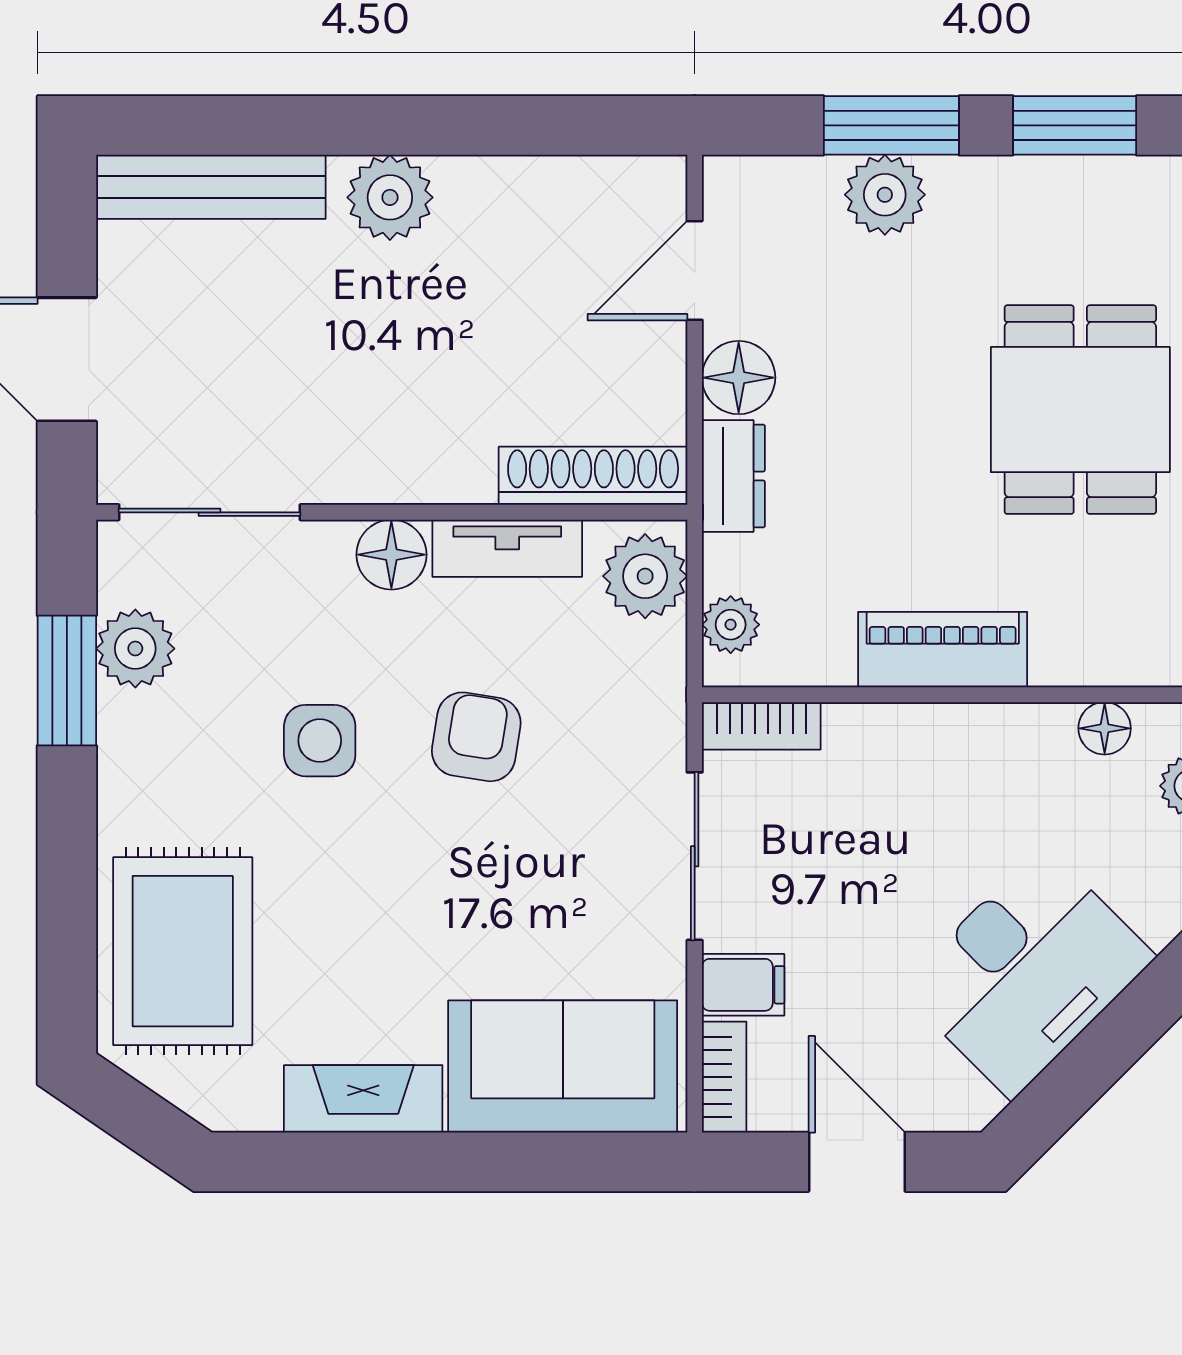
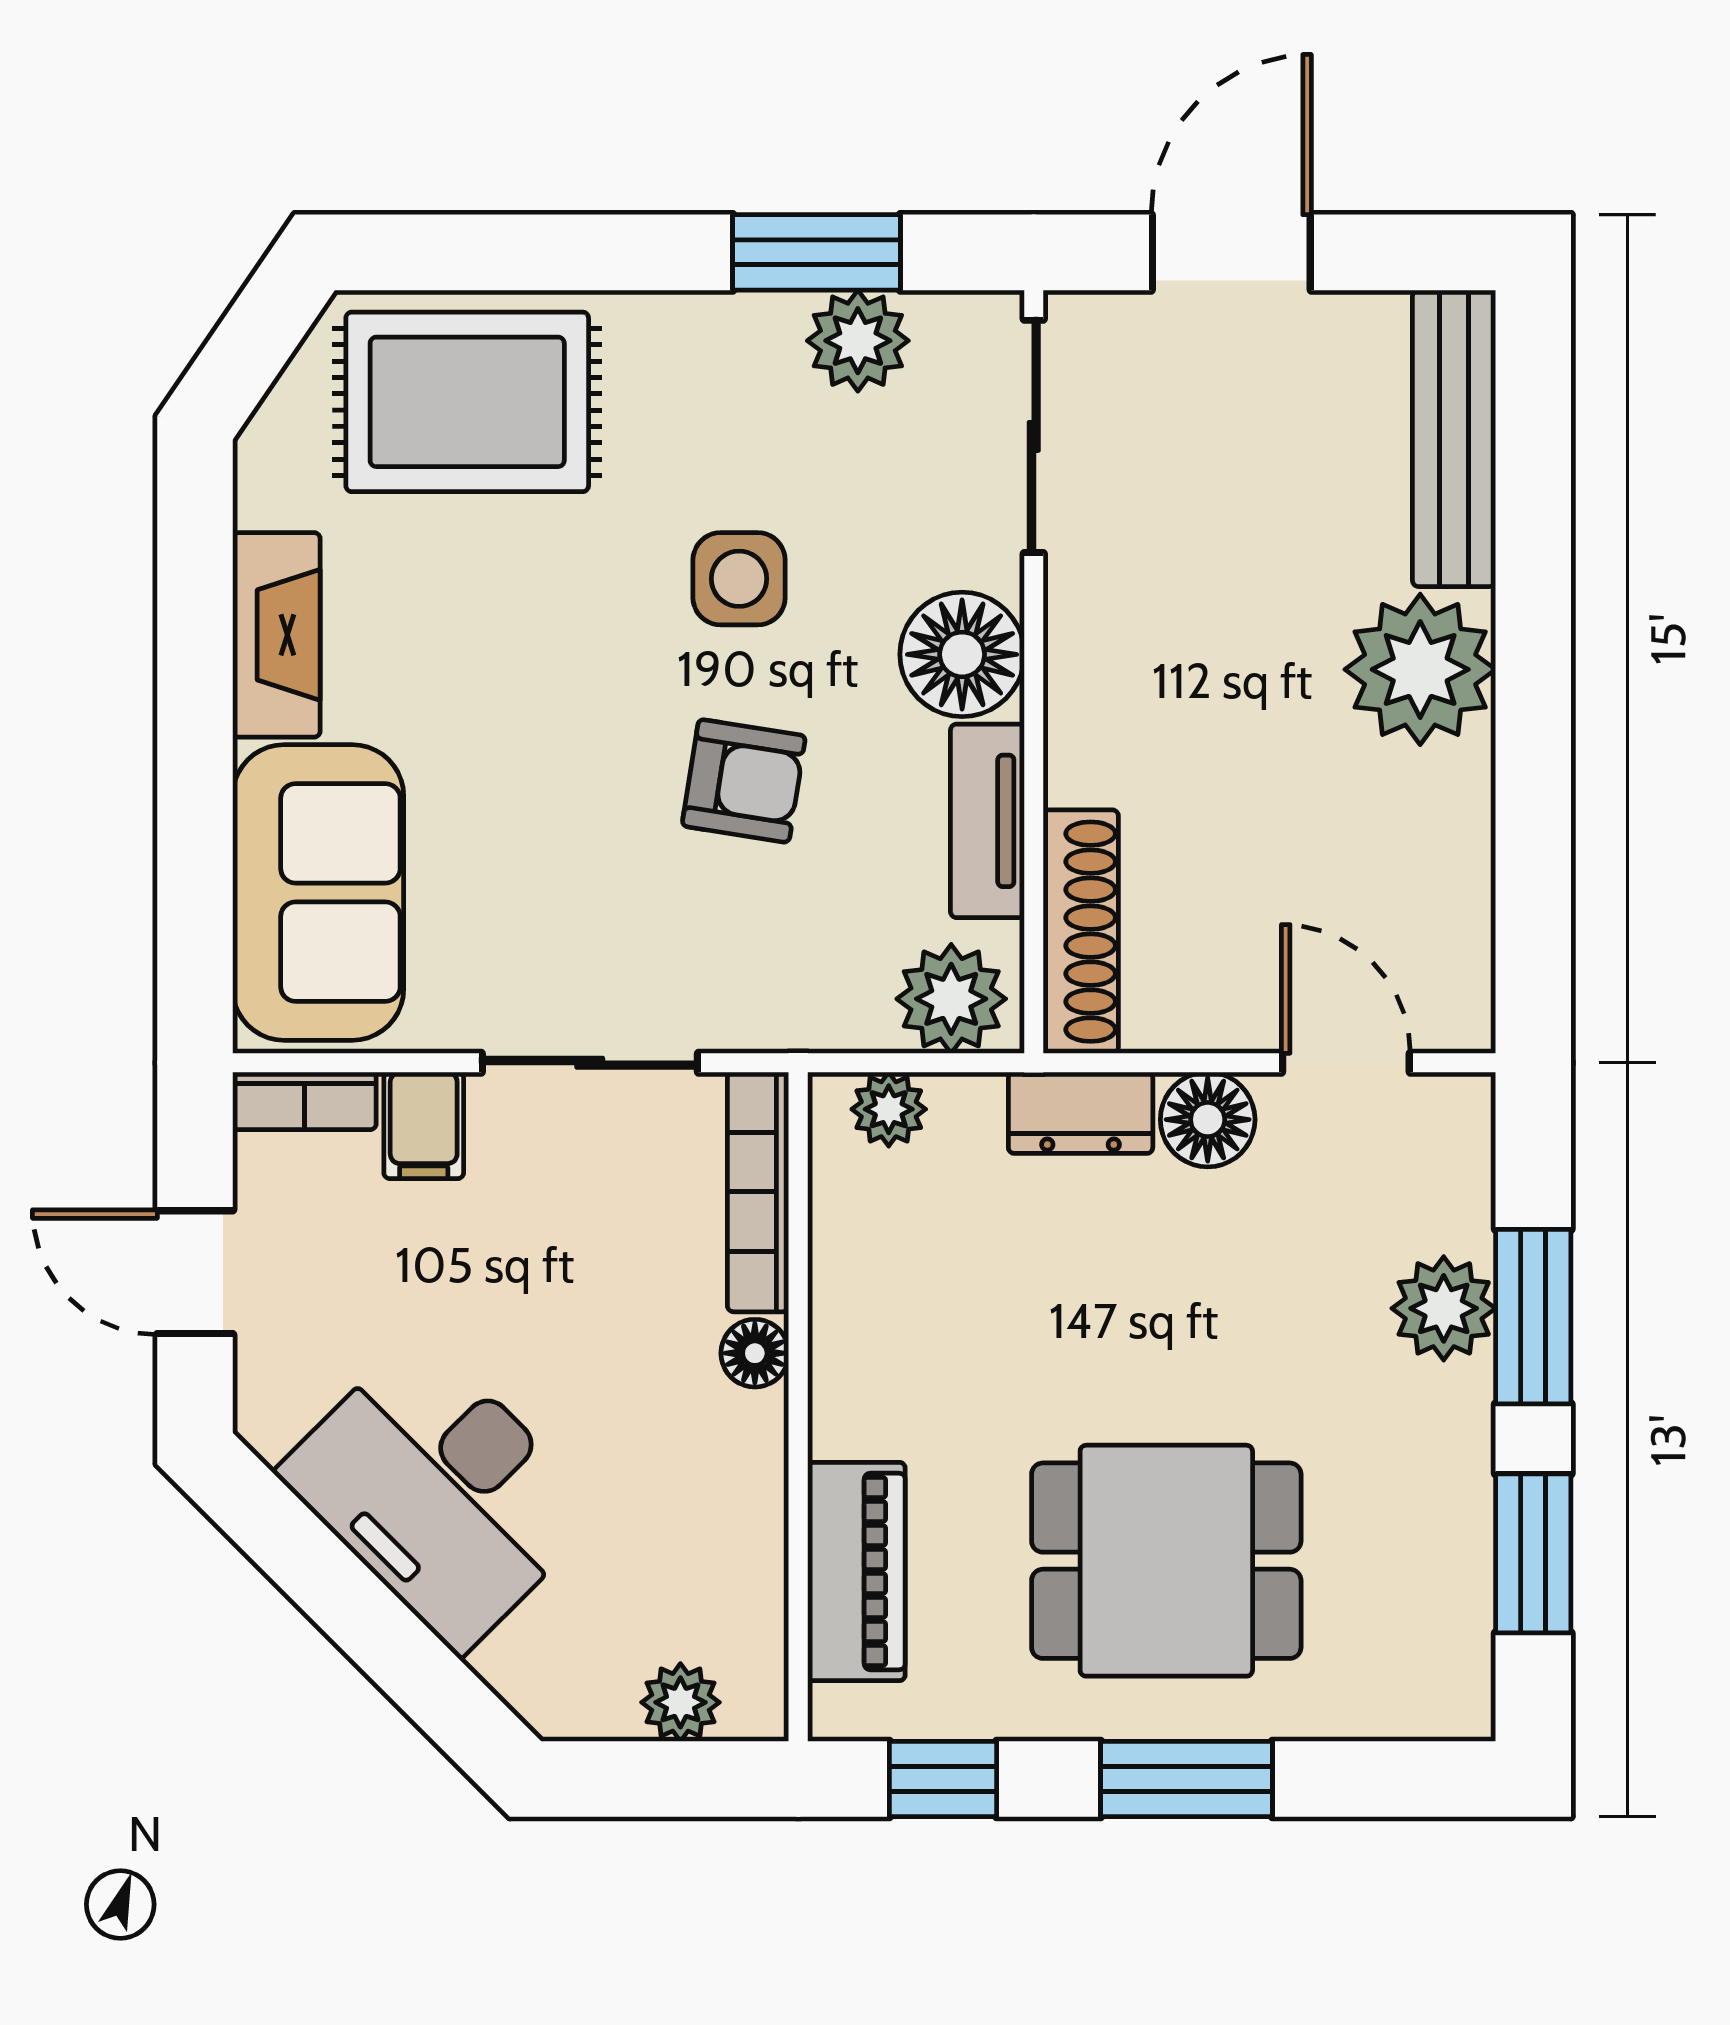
plant: (390, 197) -> (1420, 669), width x1.36, depth x1.36
floor lamp: (391, 555) -> (962, 654), width x1.38, depth x1.38
piano: (943, 650) -> (856, 1571), moved
bookcase: (761, 726) -> (758, 1192), width x1.56
floor lamp: (1105, 728) -> (755, 1353), moved
door: (857, 1162) -> (195, 1272), swing flipped

